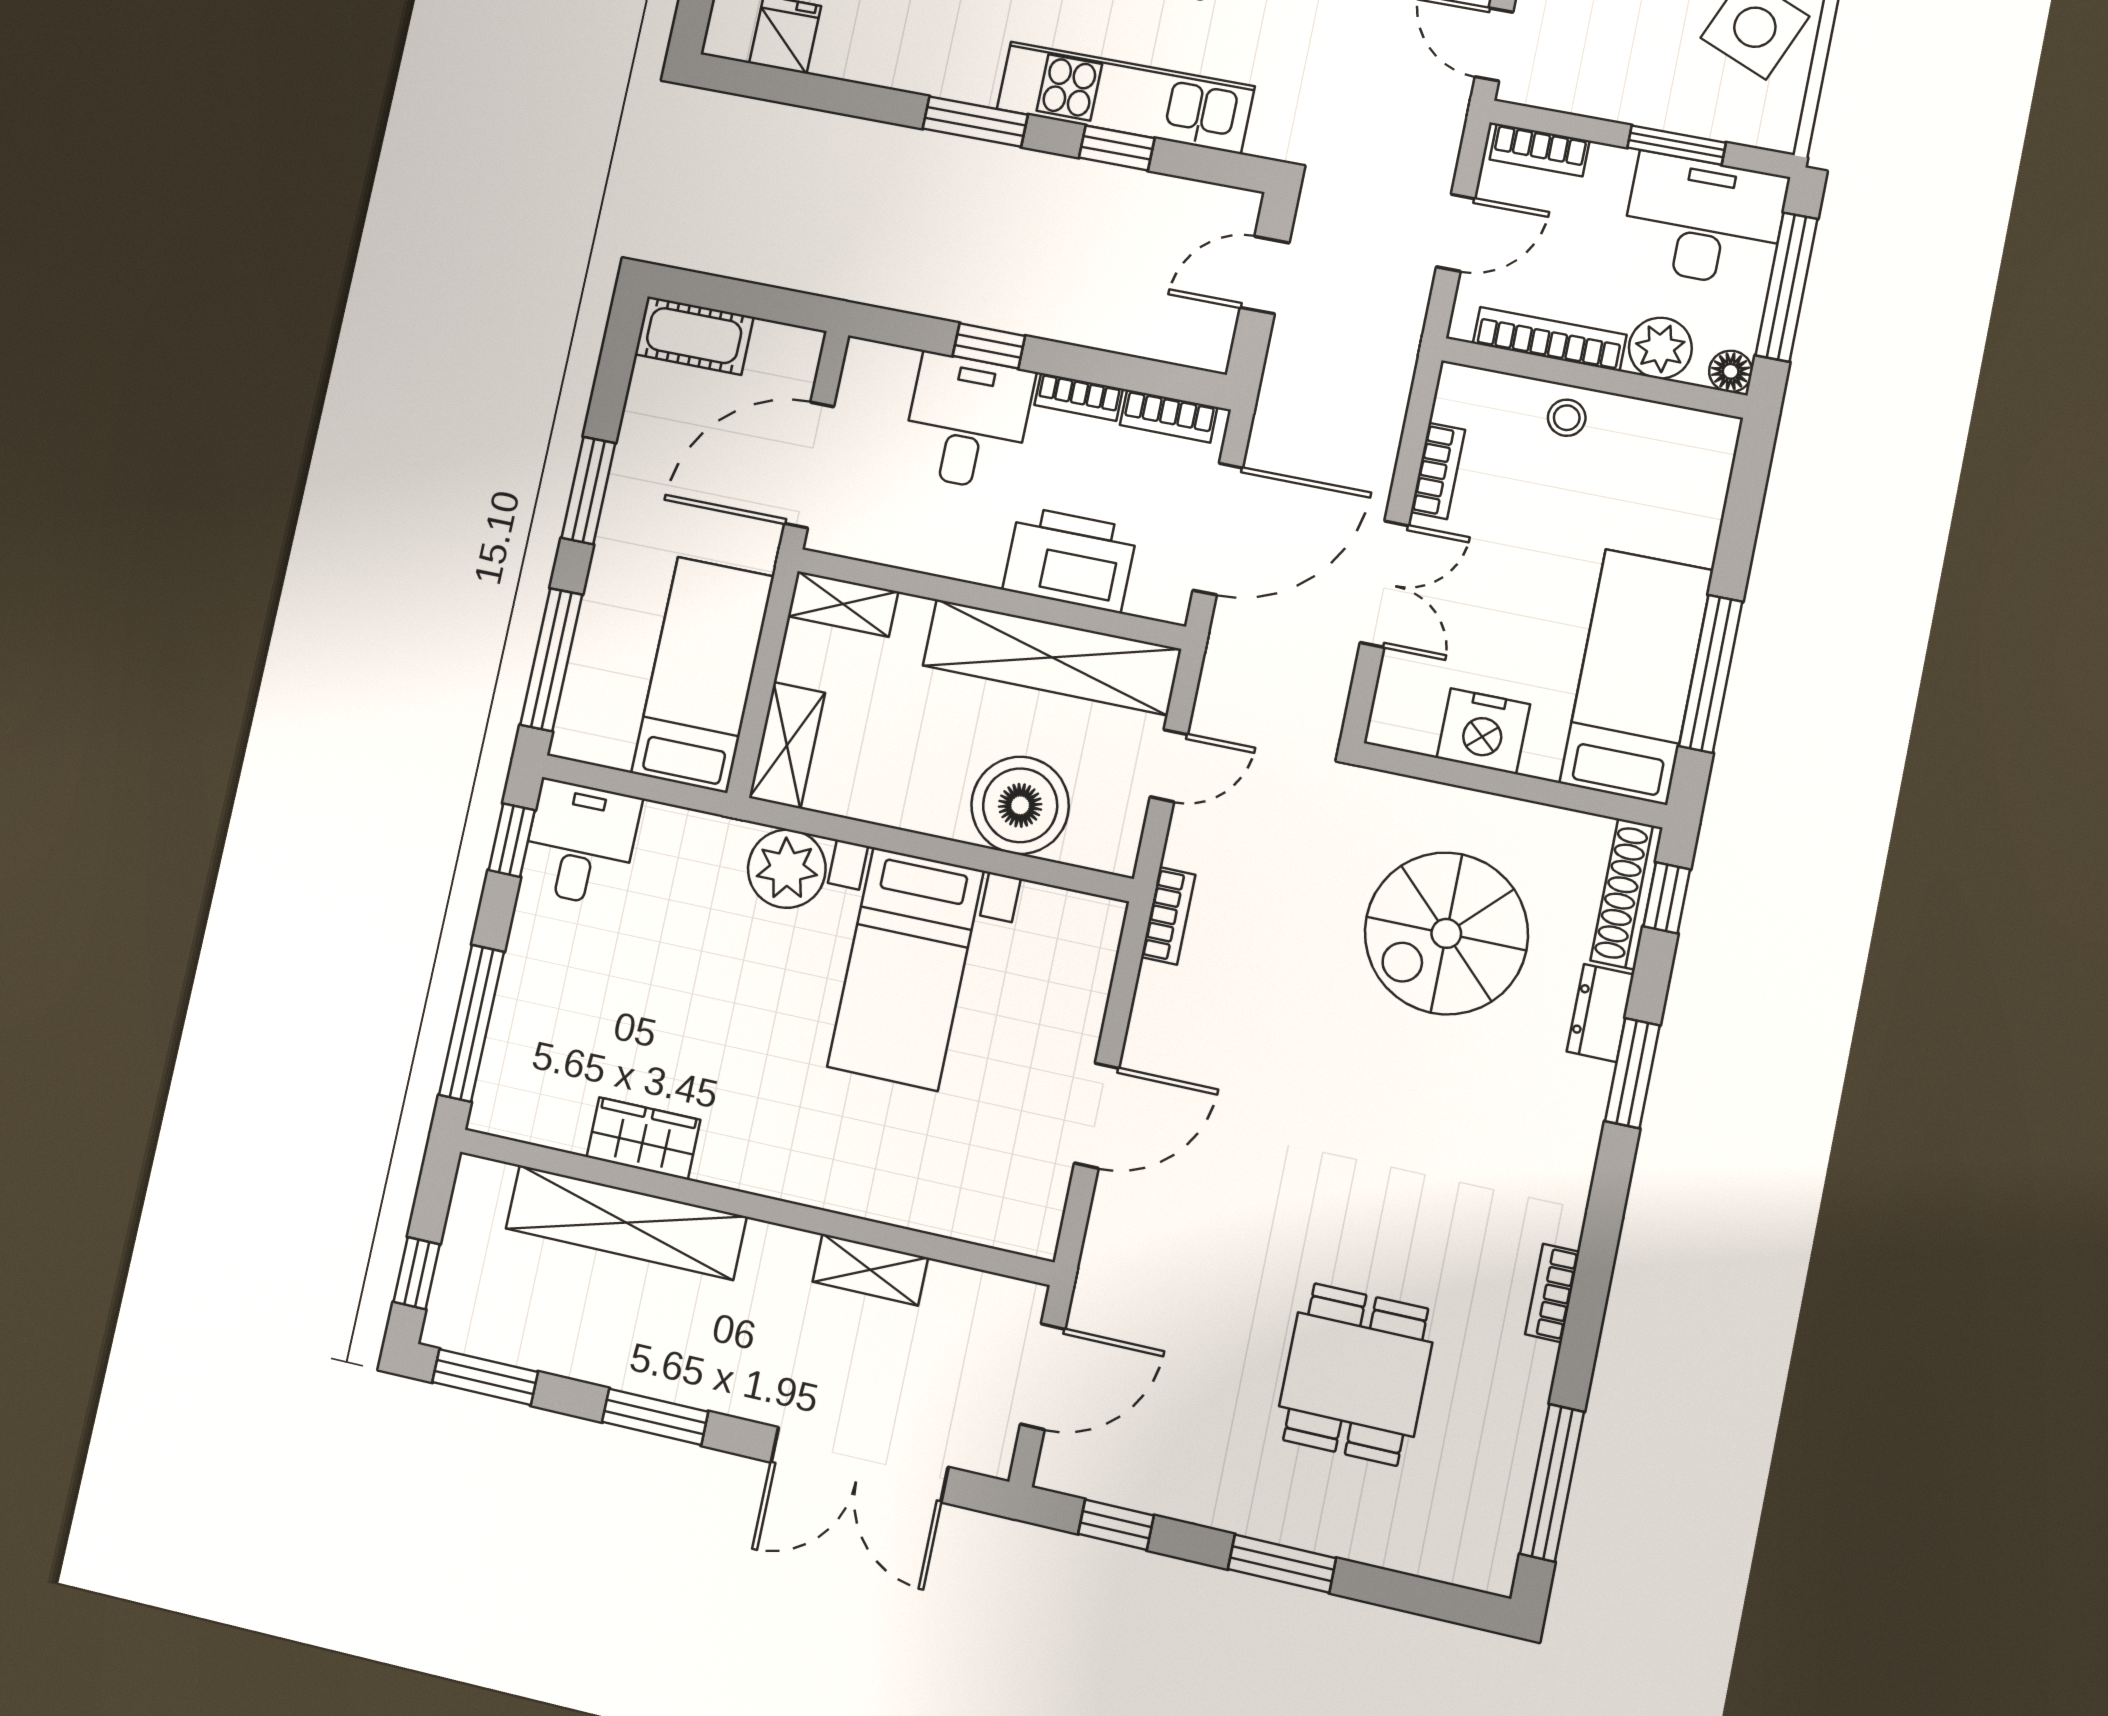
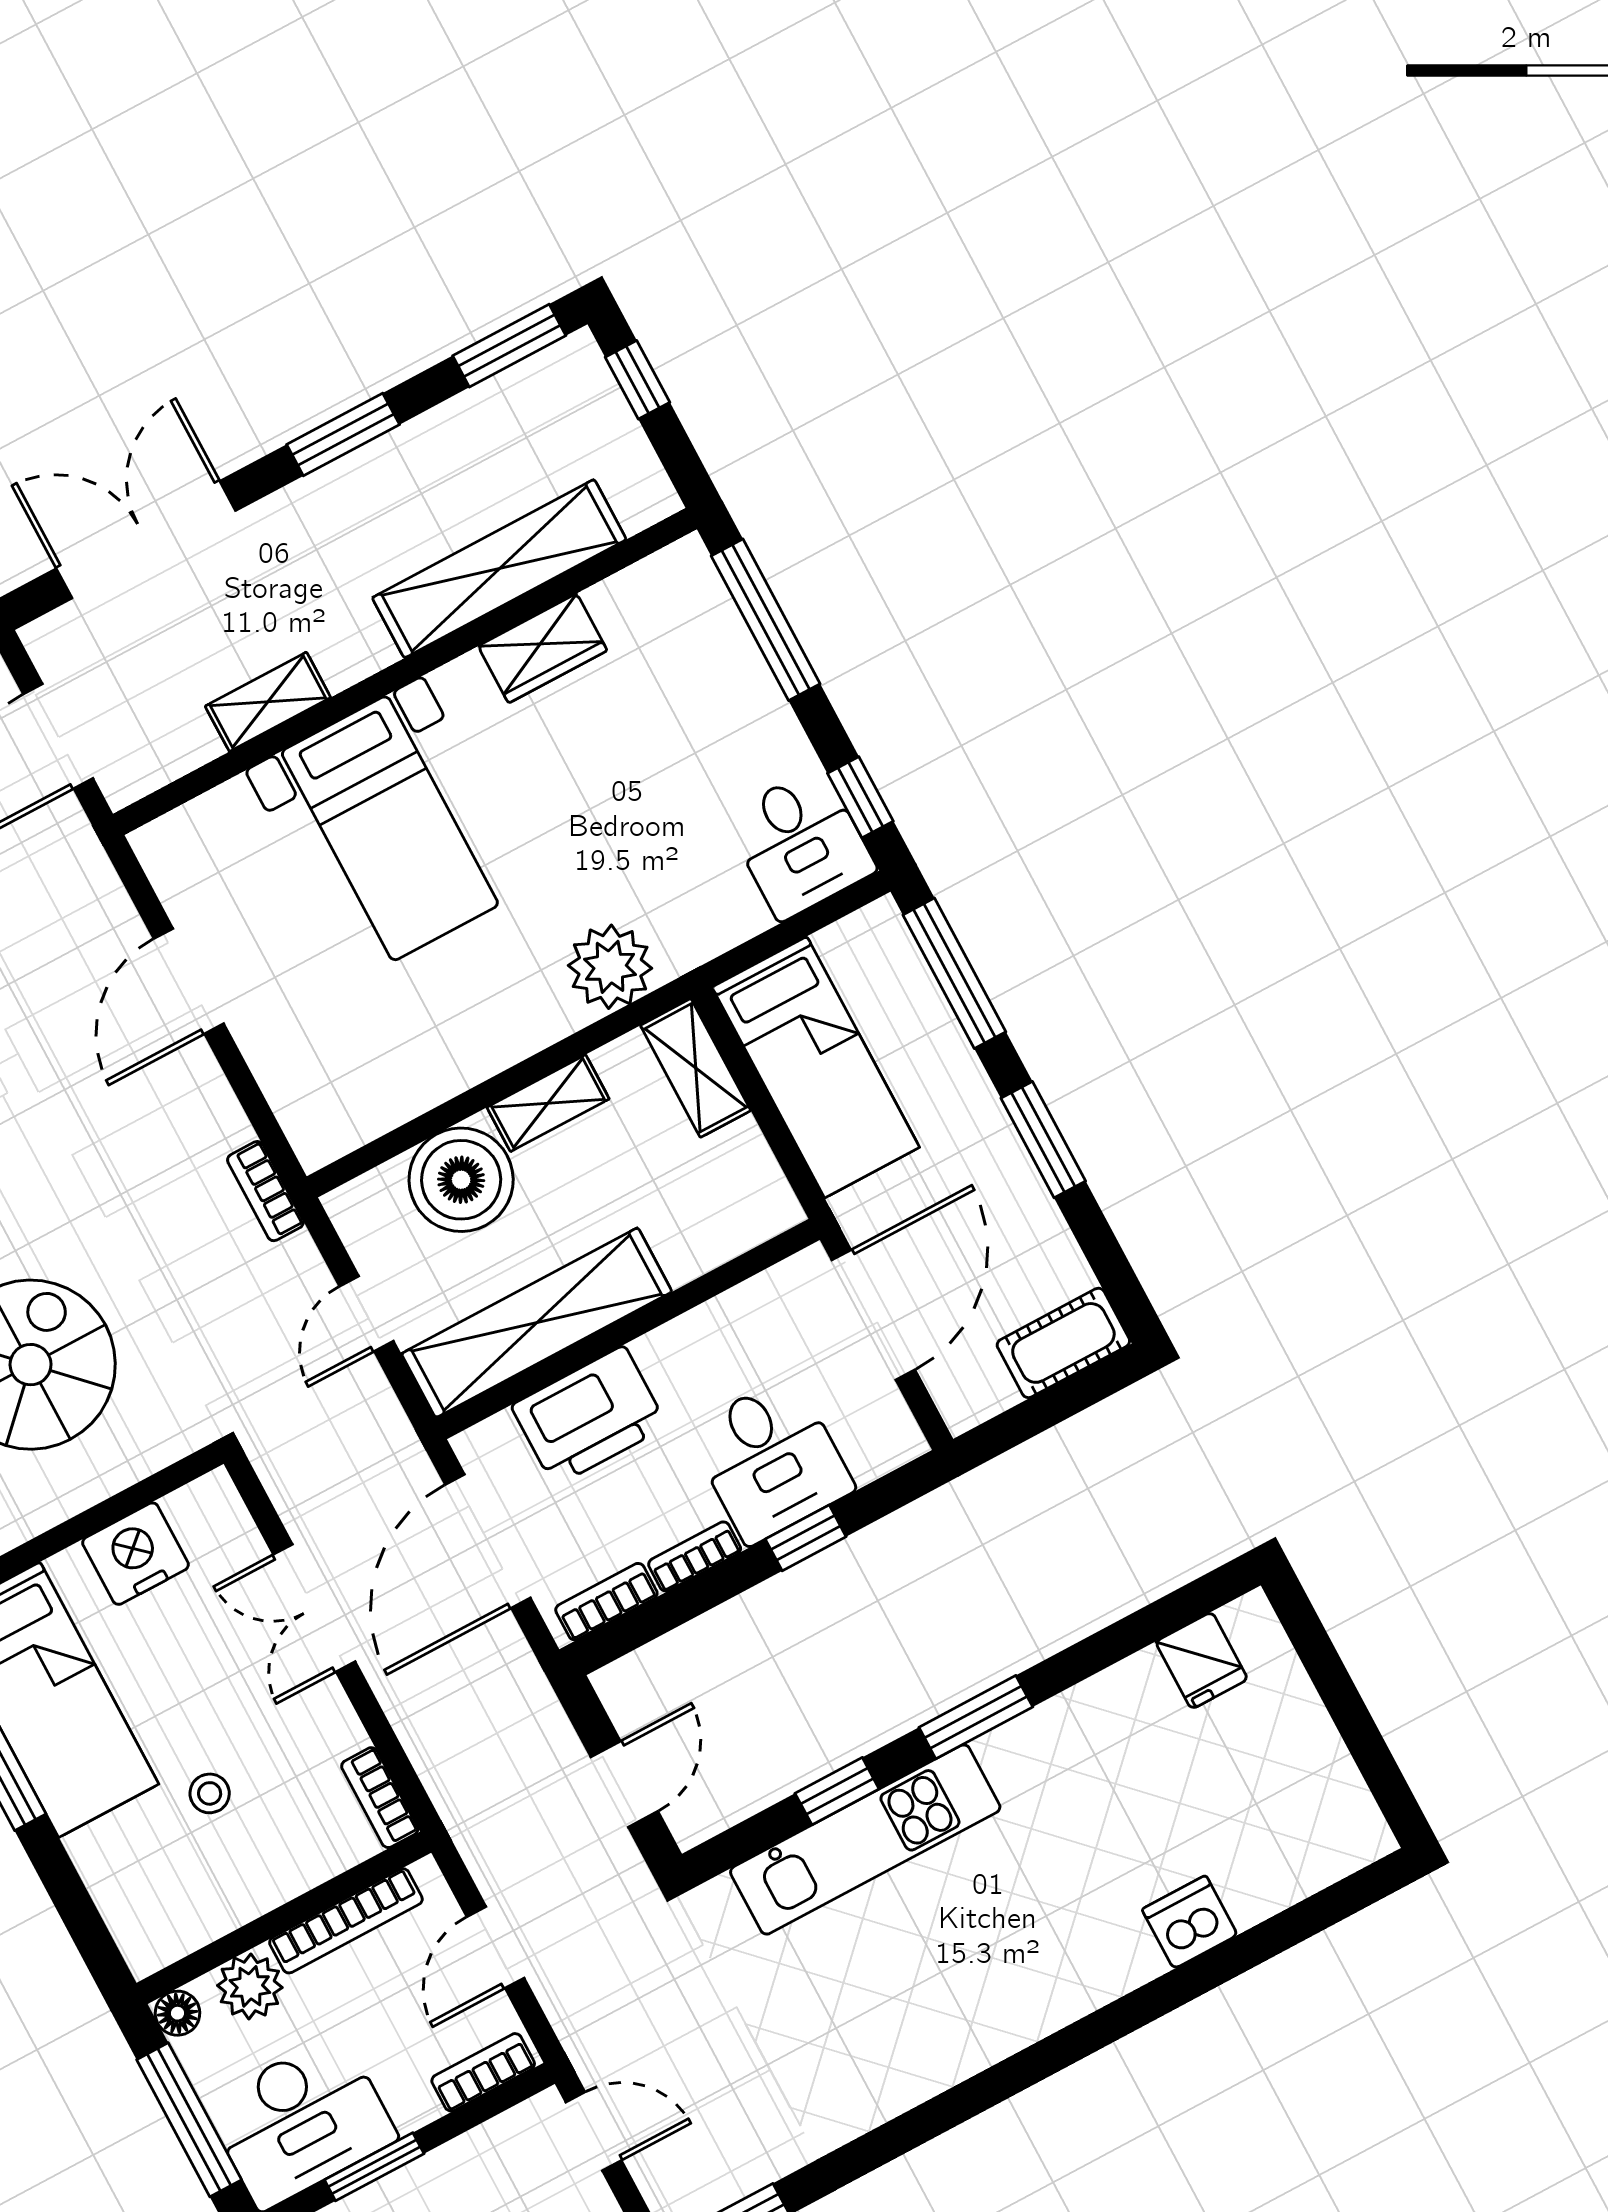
stool: (1567, 418) -> (210, 1793), moved
bookcase: (1438, 471) -> (380, 1798), moved
shelving: (843, 604) -> (548, 1103), moved
bed with nightstands: (905, 969) -> (390, 828), moved, turned 180

